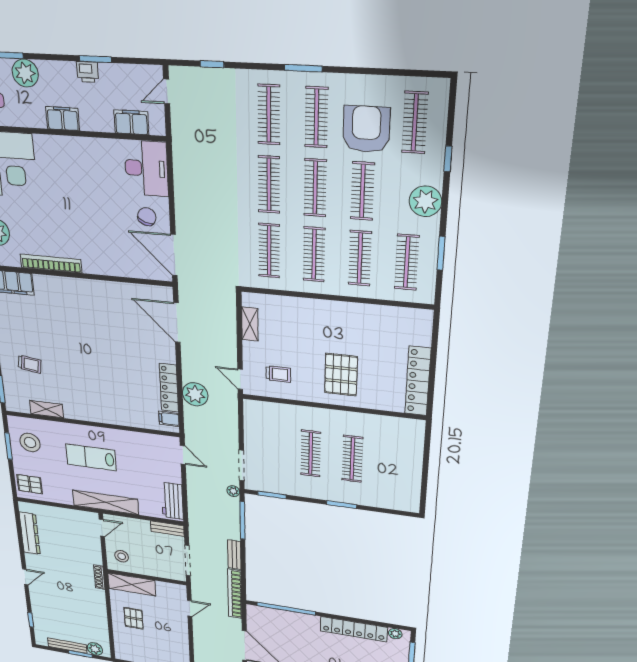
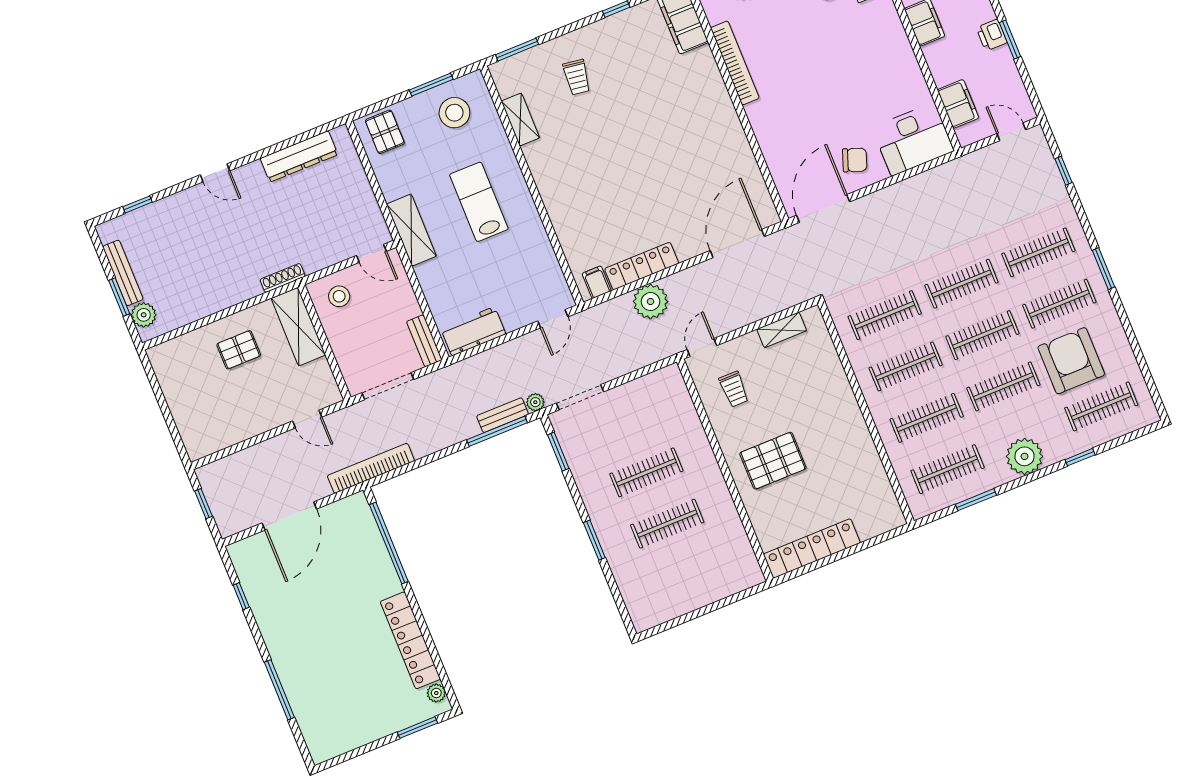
armchair: (366, 129) -> (1071, 361), turned -90
shelving: (106, 502) -> (411, 230), width x0.68
bench: (234, 555) -> (503, 415), moved

